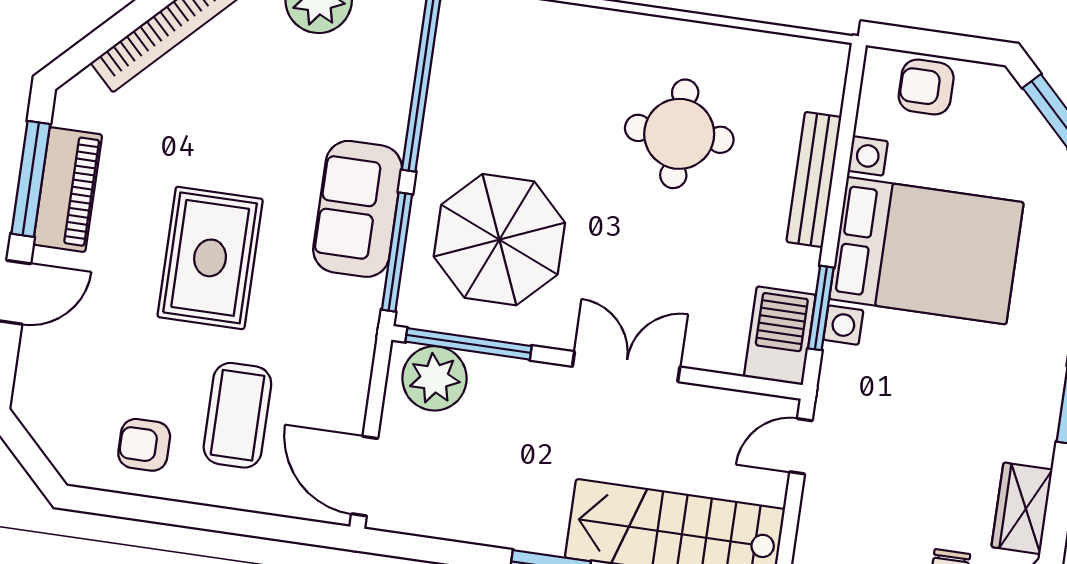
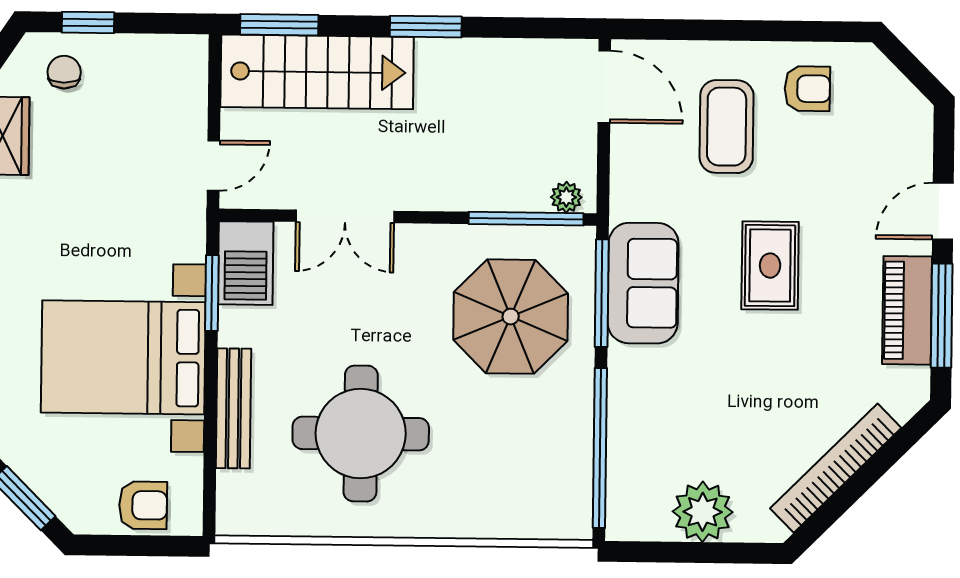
round table: (679, 134) -> (361, 434), width x1.36, depth x1.36
sofa: (358, 209) -> (643, 283), moved
rug: (210, 258) -> (770, 266), width x0.73, depth x0.70
double door: (626, 367) -> (345, 216), moved
plant: (434, 378) -> (566, 197), width x0.53, depth x0.53

